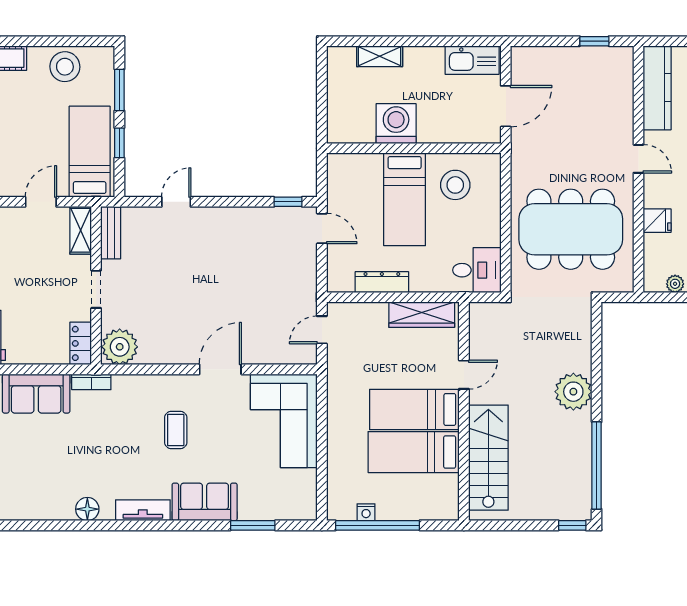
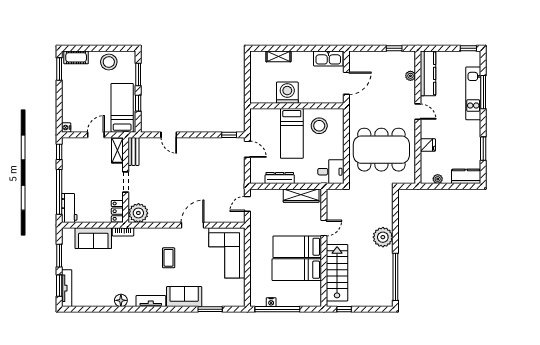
plant: (625, 92) -> (410, 76), added
door: (176, 202) -> (169, 135), swing flipped
window: (572, 525) -> (344, 309), moved

